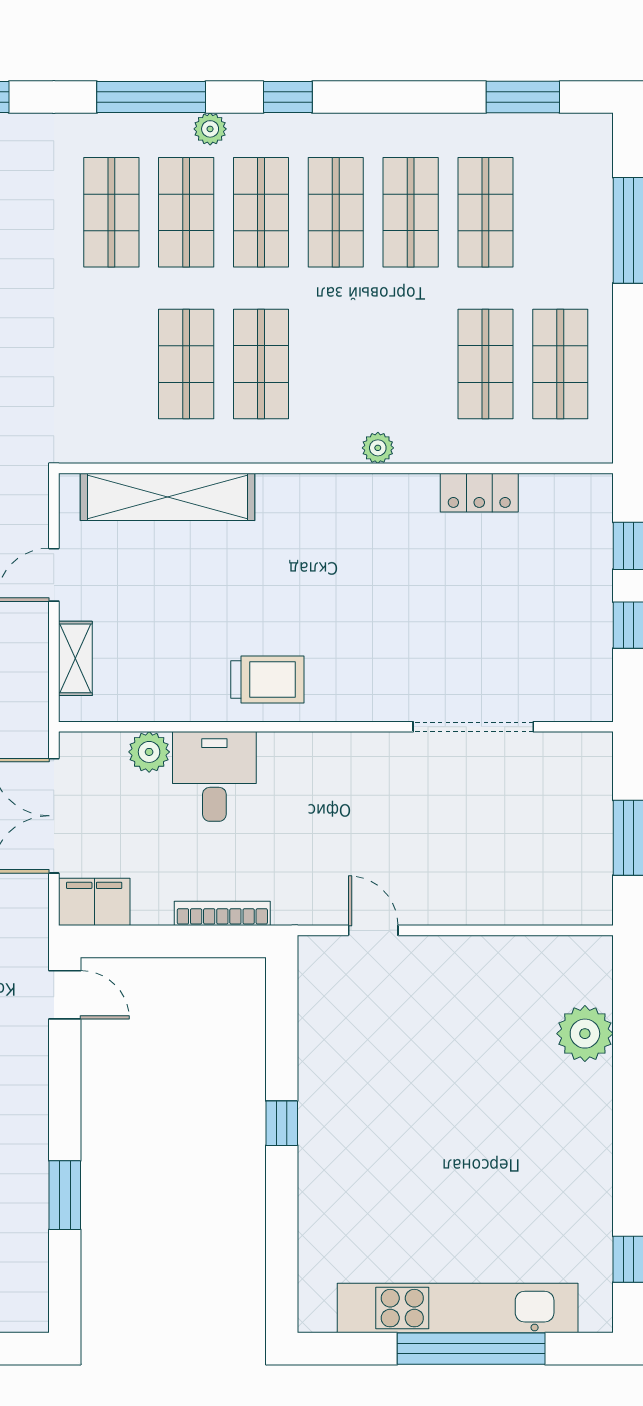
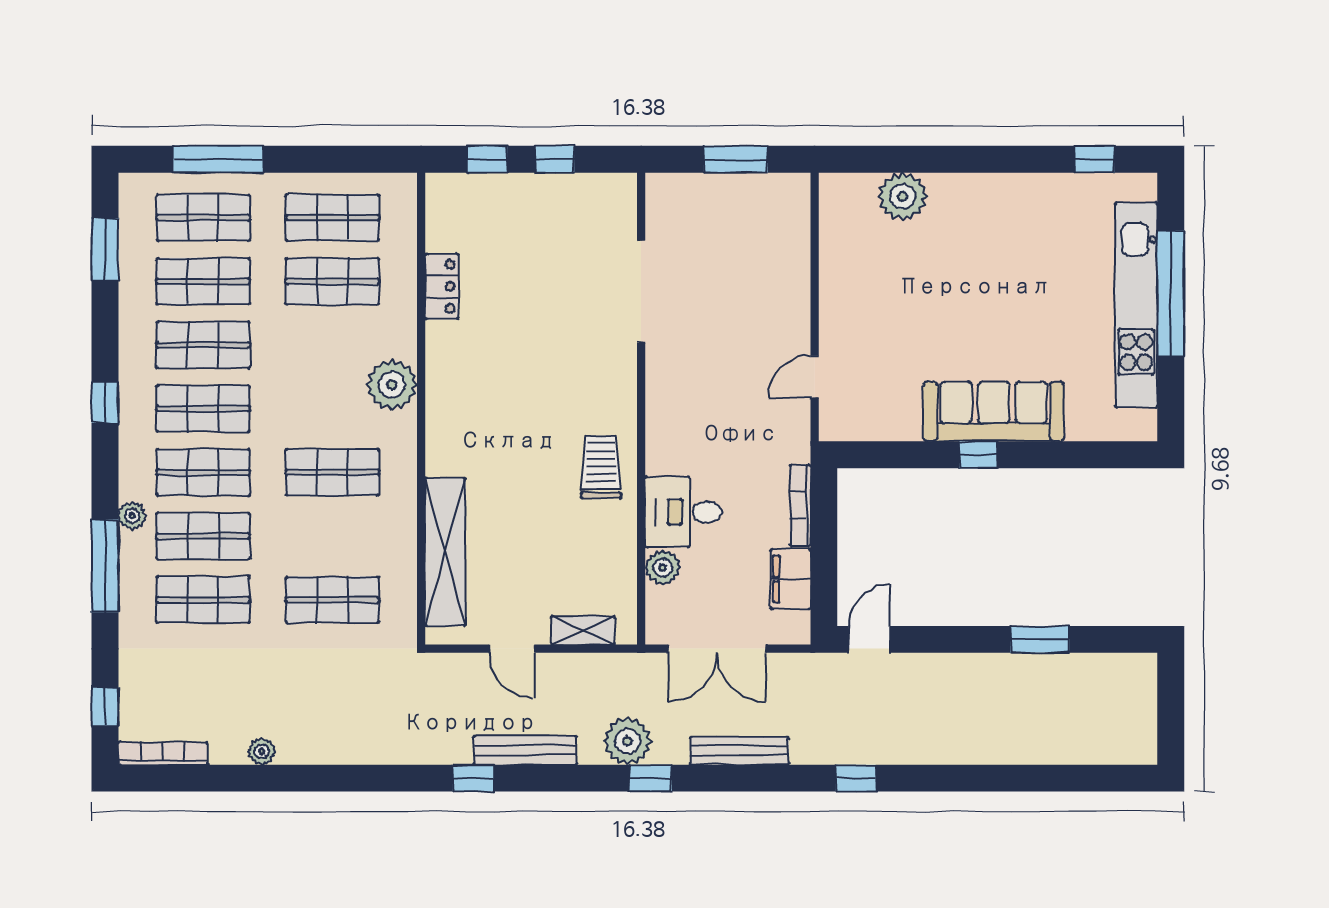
window: (288, 97) -> (105, 402), moved
shop shelf: (560, 212) -> (203, 218), added
shop shelf: (186, 364) -> (332, 600), moved
plant: (378, 448) -> (392, 385), width x1.87, depth x1.87
filing cabinet: (94, 902) -> (790, 579), moved
sofa: (333, 1141) -> (994, 411), added

